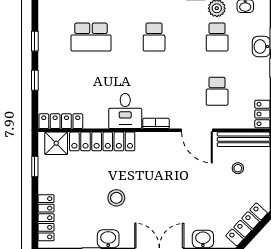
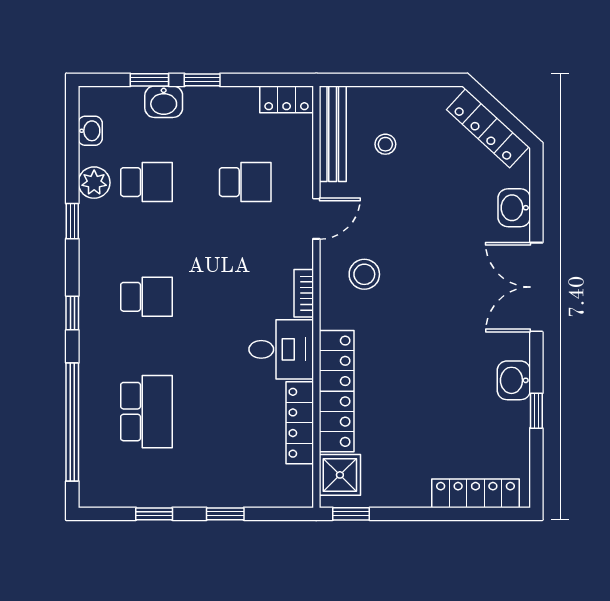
locker: (61, 121) -> (300, 423), moved
door: (197, 130) -> (316, 219), width x0.73
window: (35, 167) -> (351, 514), moved
stool: (116, 198) -> (364, 274), moved

